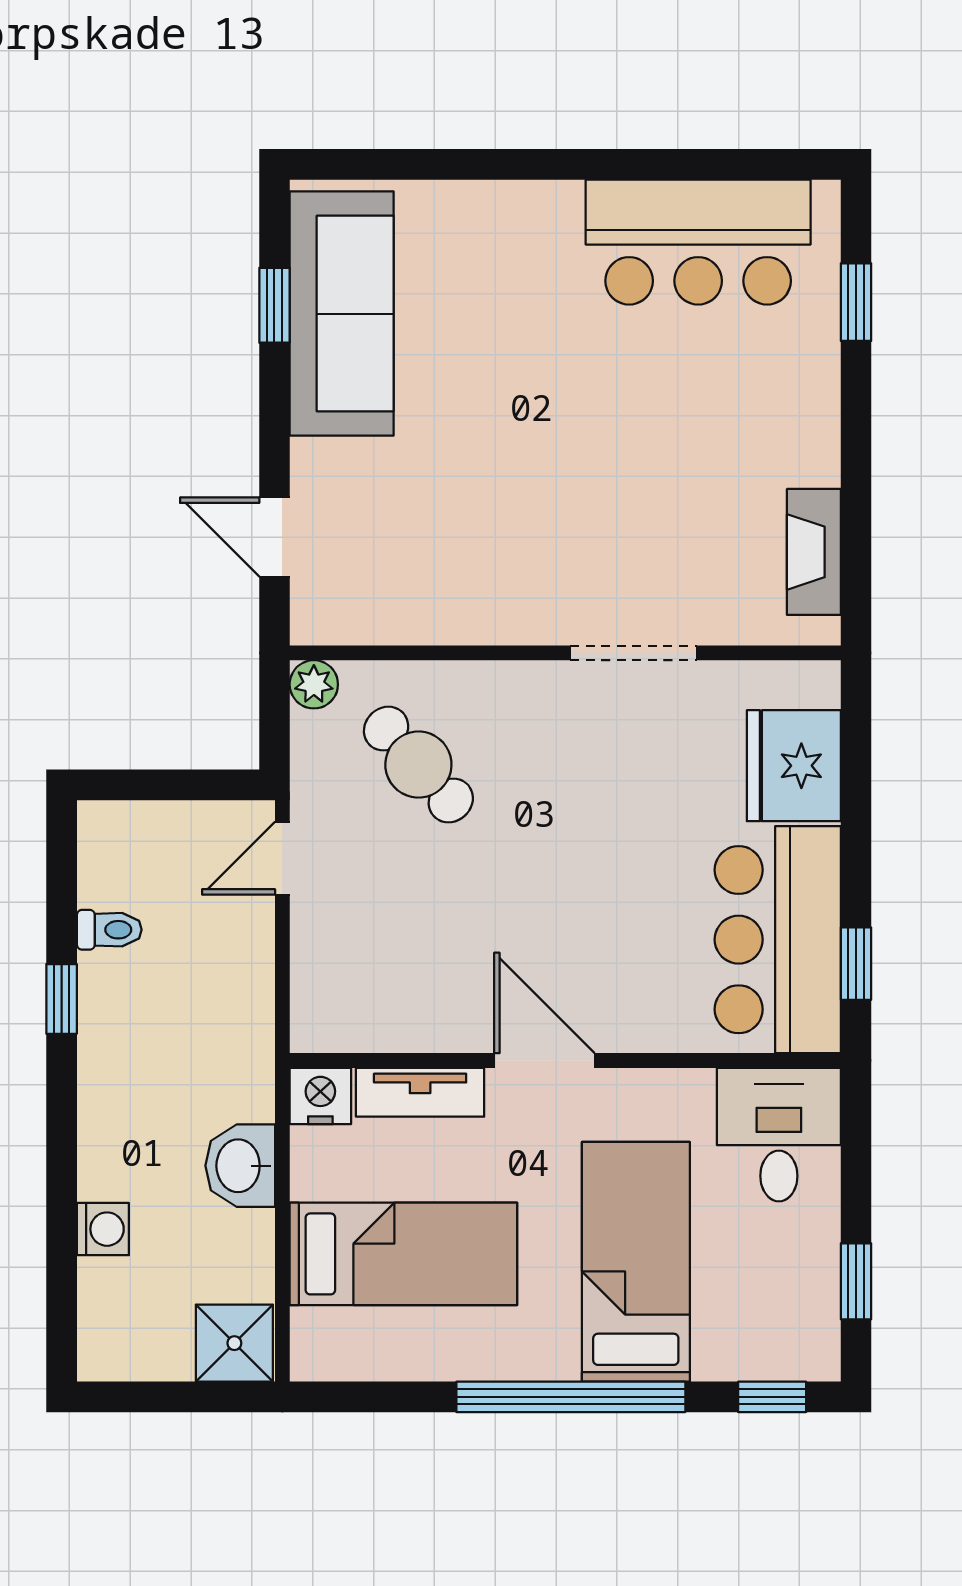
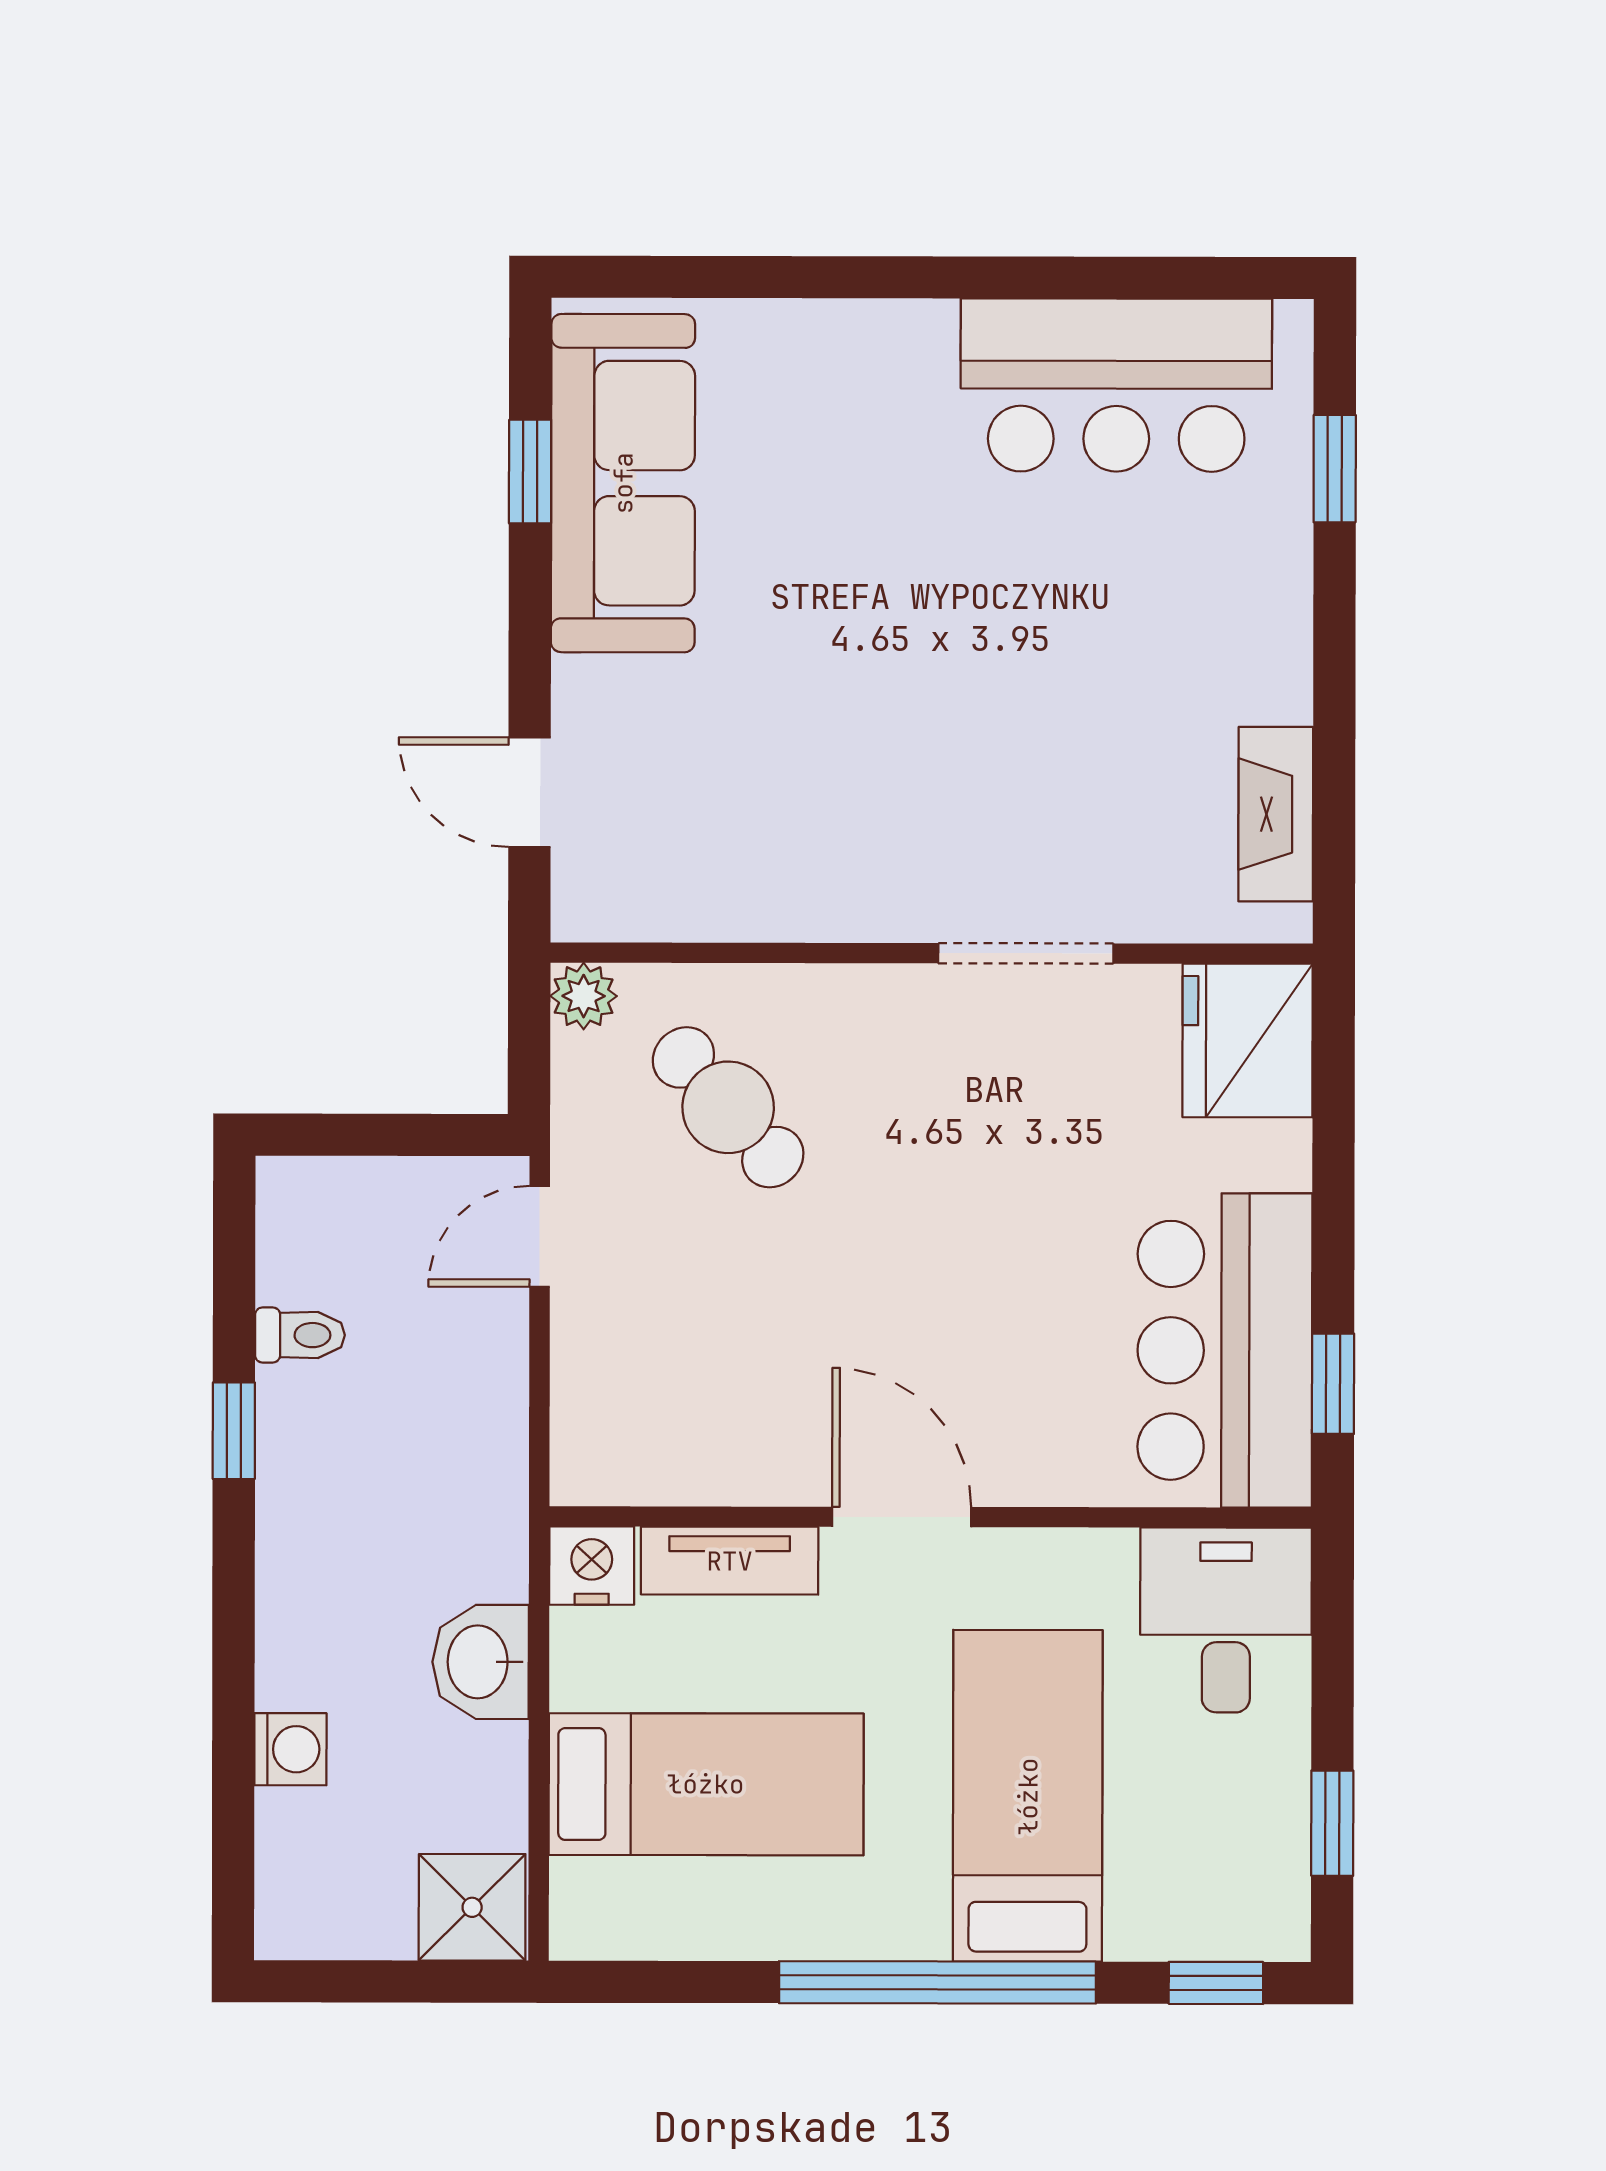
fridge: (794, 766) -> (1248, 1041), moved

